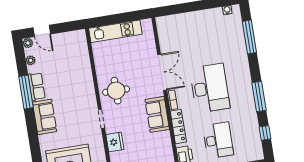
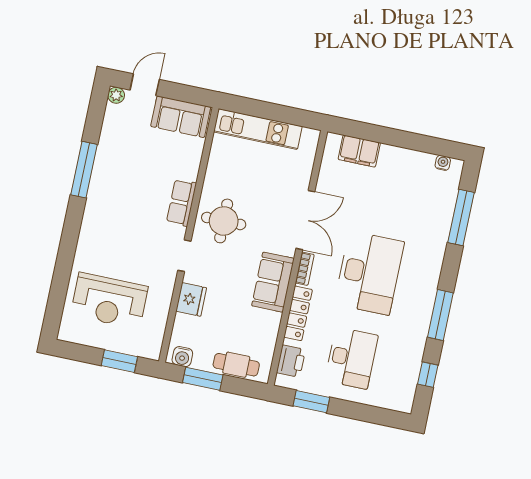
filing cabinet: (177, 22) -> (359, 151), added
door: (42, 31) -> (145, 85), swing flipped
plant: (31, 60) -> (110, 124), removed
row of seats: (37, 87) -> (182, 203), moved, turned 180
sofa: (45, 117) -> (181, 117), moved, turned 90

